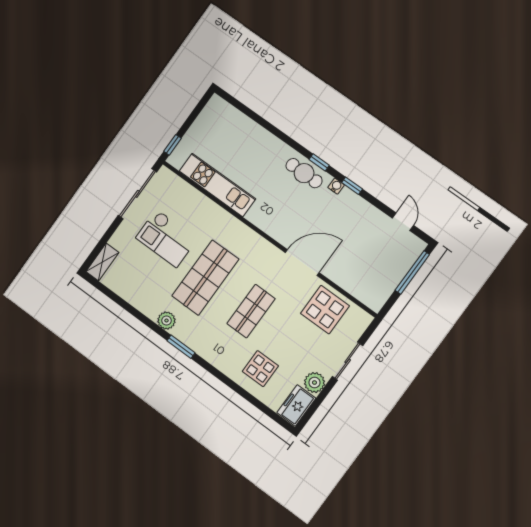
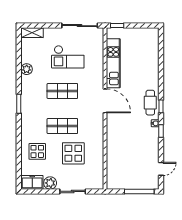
checkout: (166, 238) -> (68, 57), turned -90
door: (302, 263) -> (105, 101), moved
shop shelf: (205, 278) -> (62, 91), width x0.70, depth x0.74
display table: (325, 310) -> (73, 153), moved
plant: (166, 321) -> (27, 69), moved

